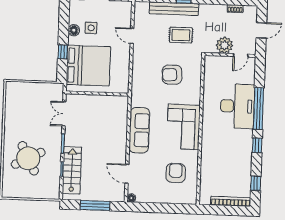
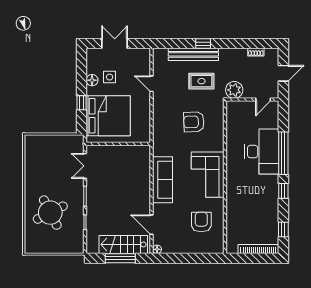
plant: (224, 45) -> (234, 90), moved
stairs: (72, 170) -> (123, 244), moved, turned -90

